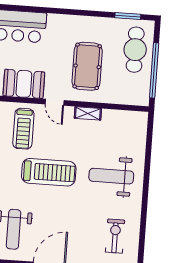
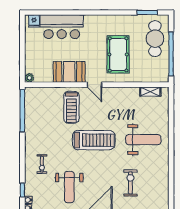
shelving: (88, 113) -> (150, 92), moved
weight bench: (111, 176) -> (143, 140), turned 180
exercise bike: (115, 236) -> (130, 183), moved

